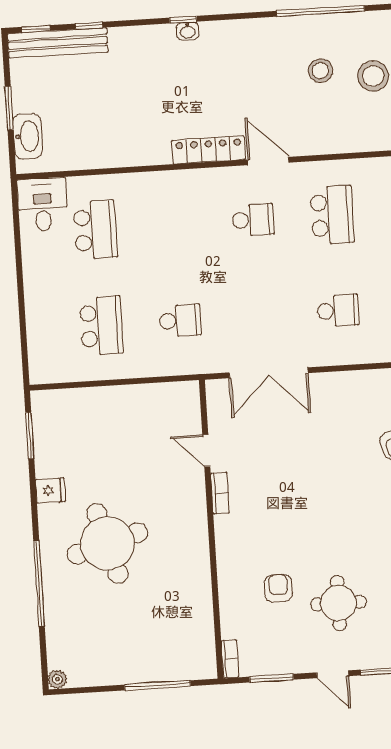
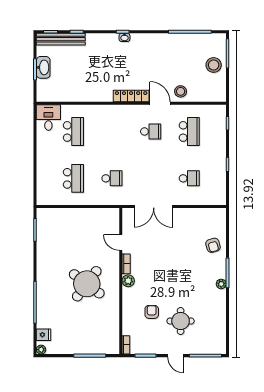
stool: (320, 71) -> (181, 91), moved
washbasin: (28, 136) -> (43, 67), moved
fridge: (50, 490) -> (44, 335), moved
plant: (226, 528) -> (128, 281), added
round table: (107, 543) -> (87, 284), moved, turned -37

